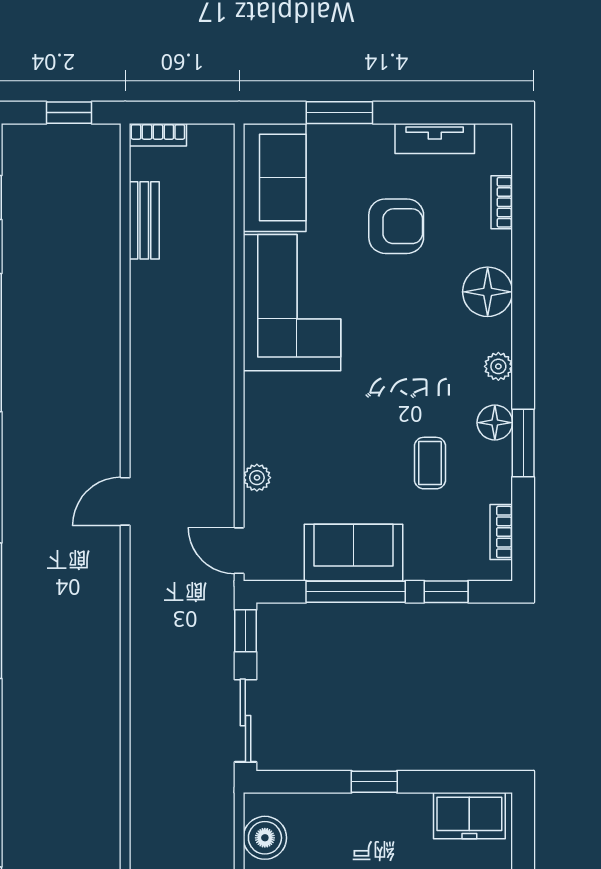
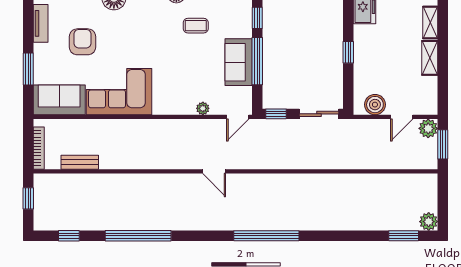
bookcase: (158, 135) -> (39, 148), width x1.56

